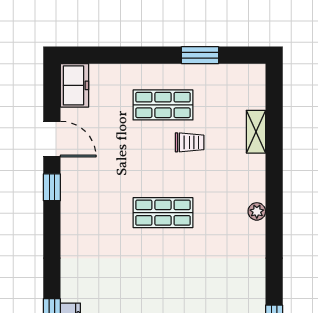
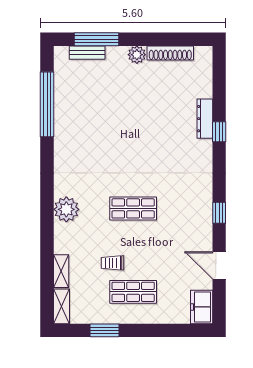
shelving: (255, 86) -> (61, 306), added
window: (52, 187) -> (219, 213), moved
plant: (257, 211) -> (66, 209), width x1.88, depth x1.88

